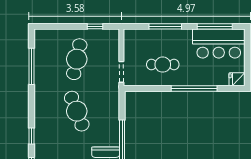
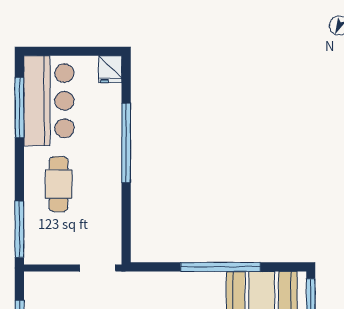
window: (165, 26) -> (19, 229), moved
cafe table: (163, 65) -> (59, 184), moved

